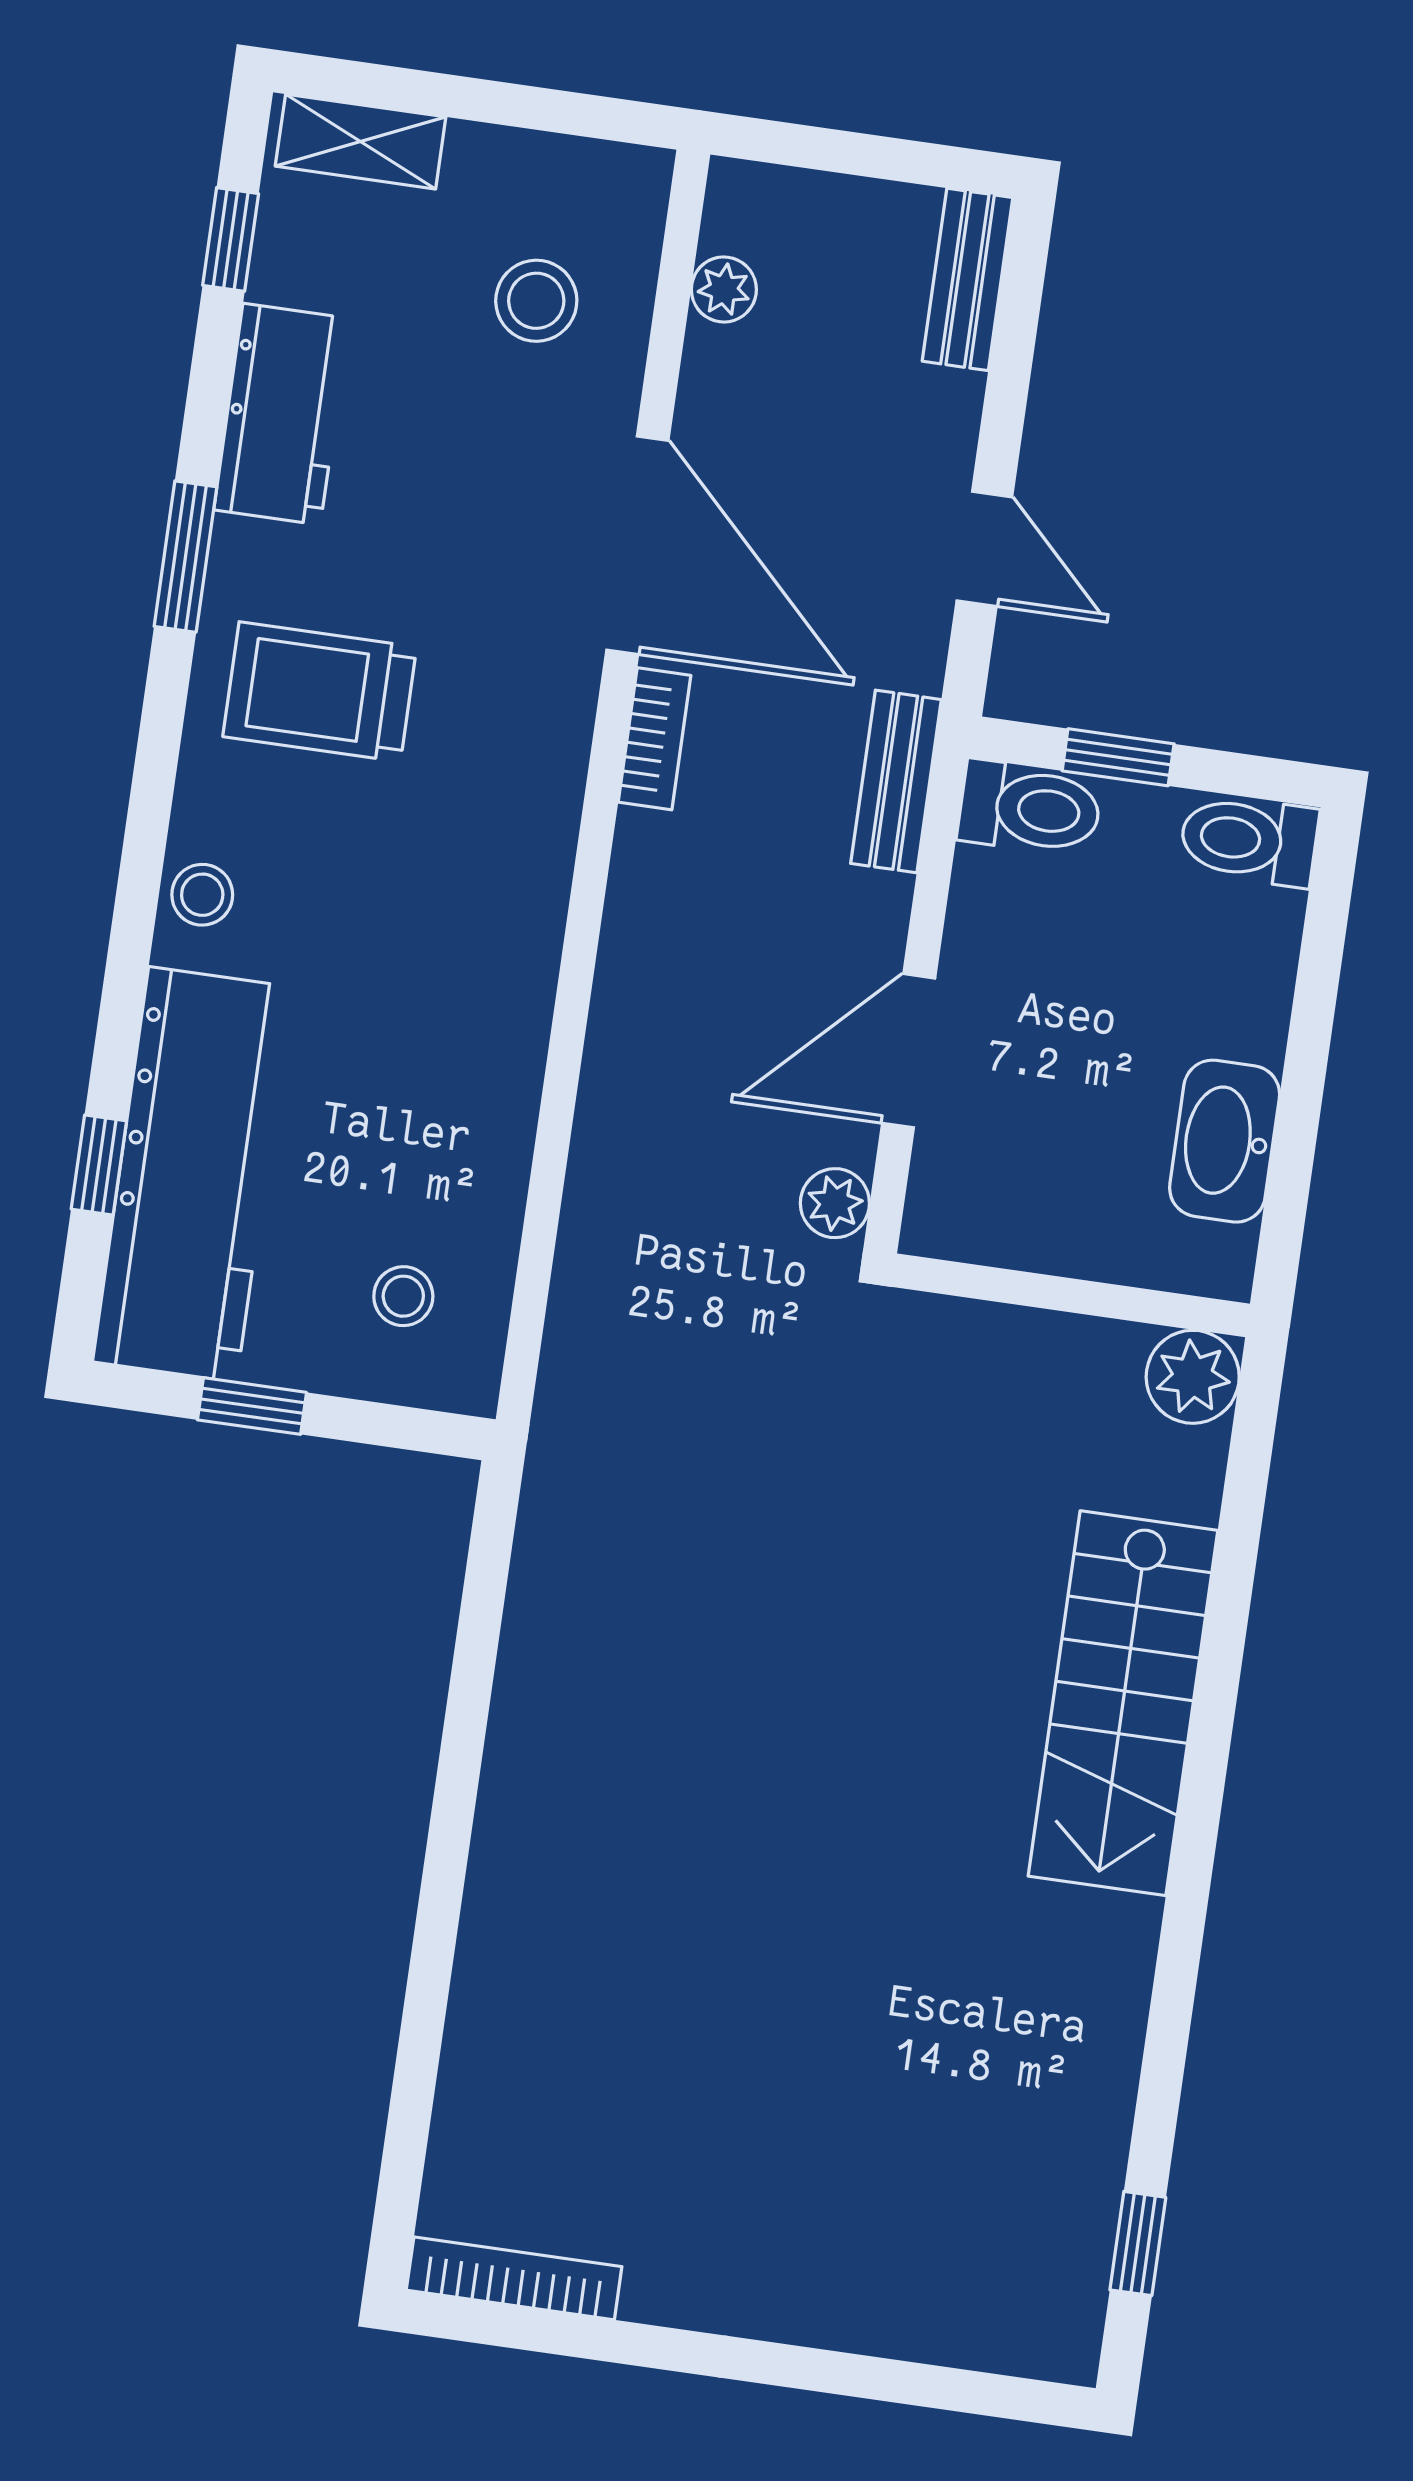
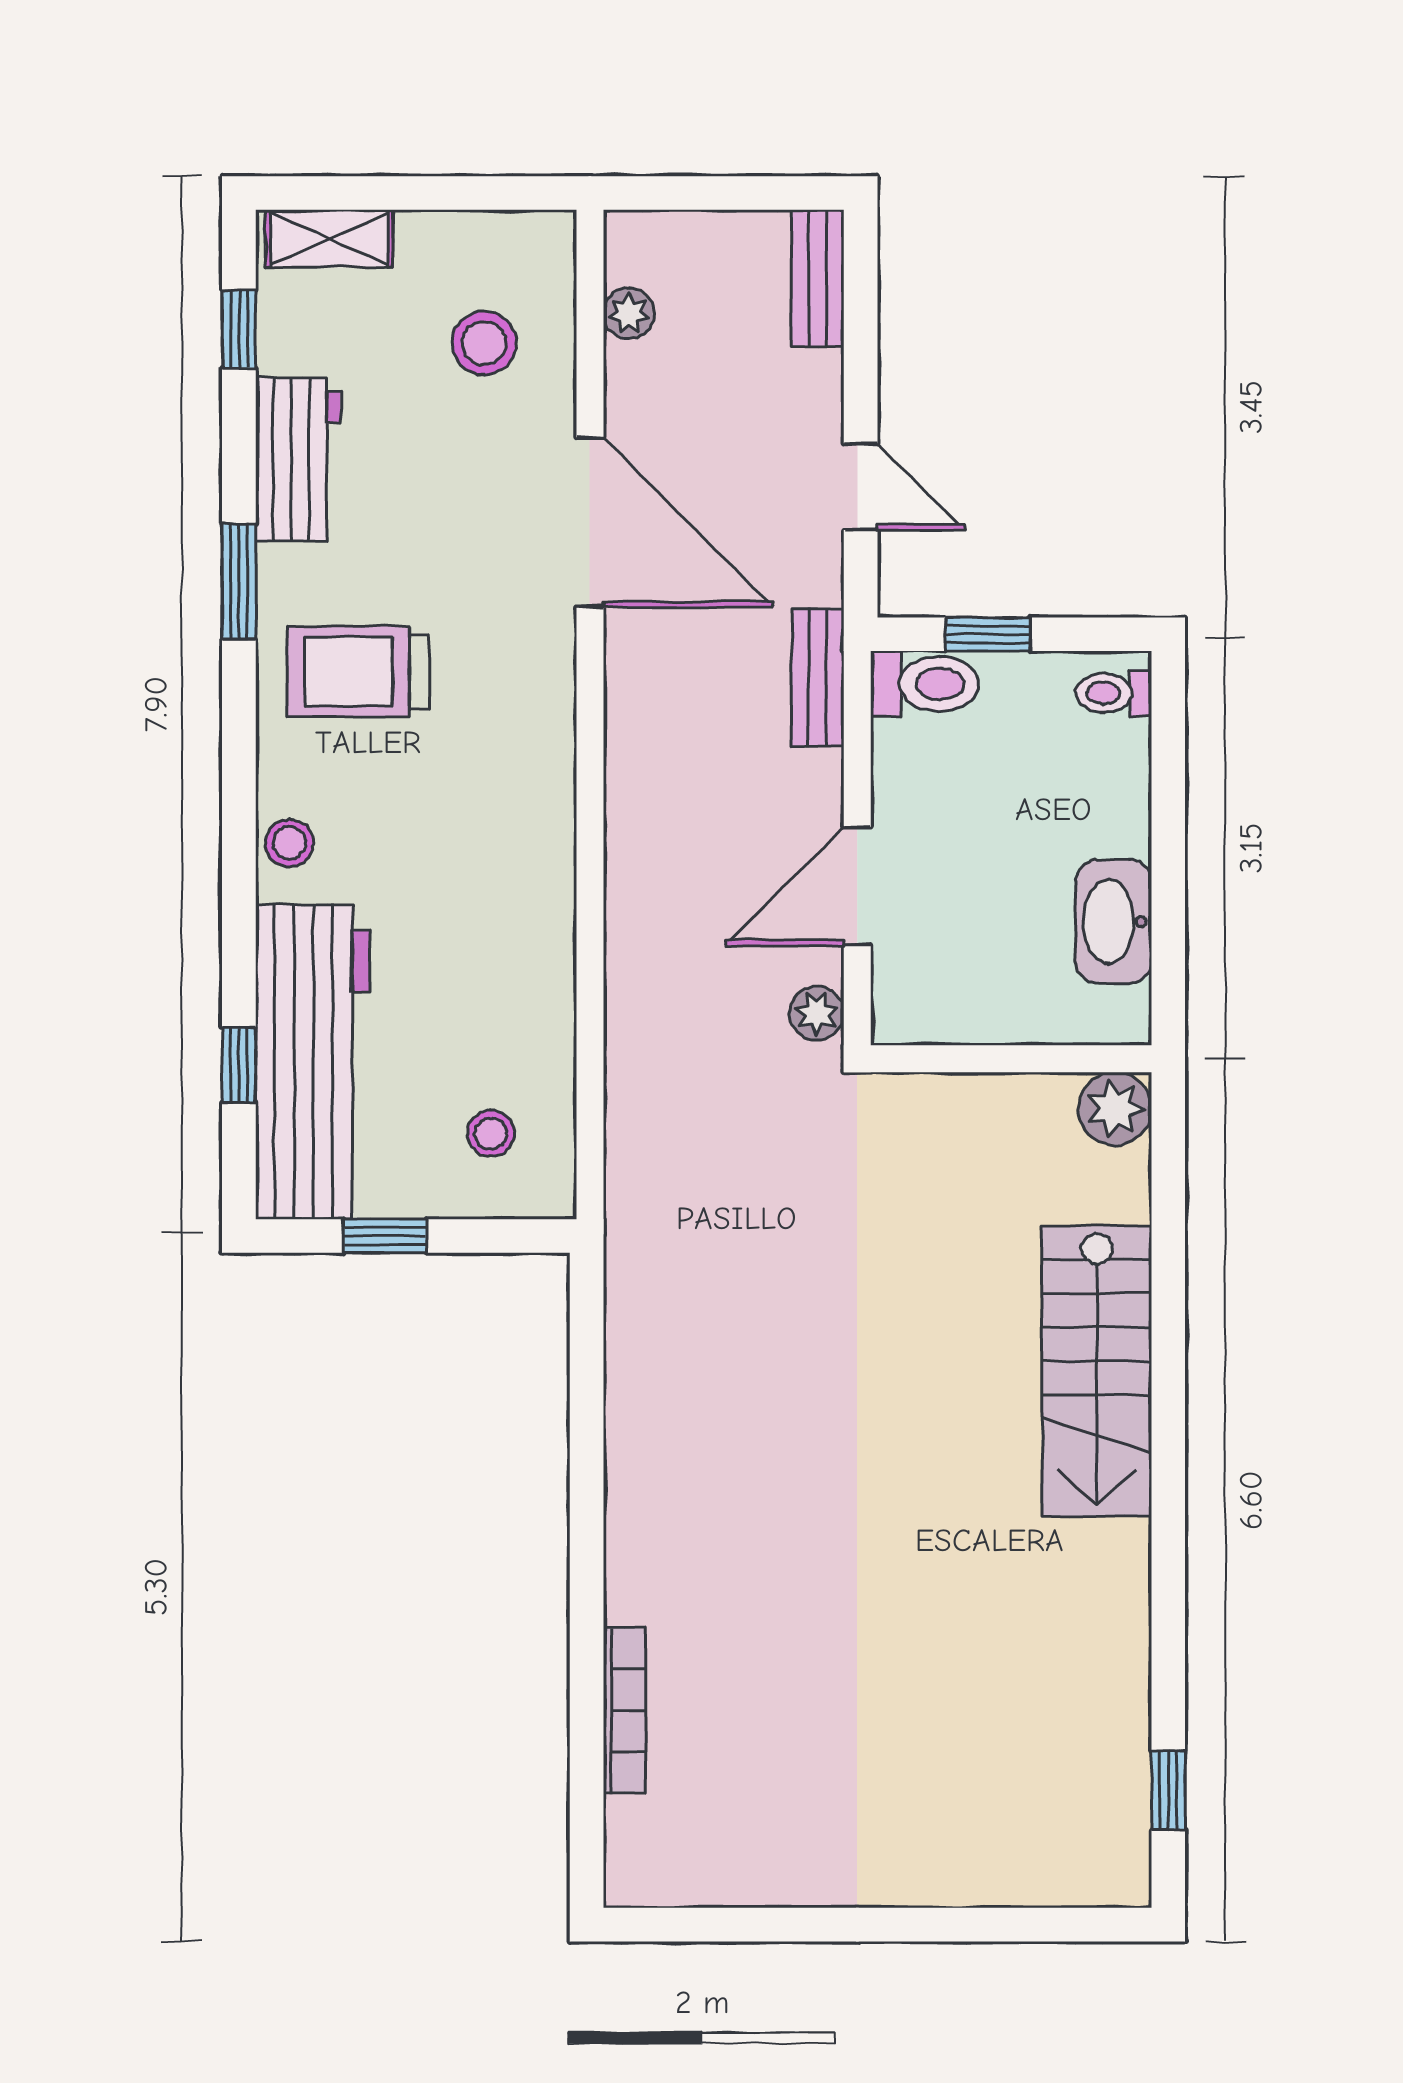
bookcase: (654, 739) -> (625, 671), removed
toilet: (1249, 840) -> (1114, 693), width x0.73, depth x0.72
bookcase: (514, 2278) -> (624, 1710), moved, turned 90

